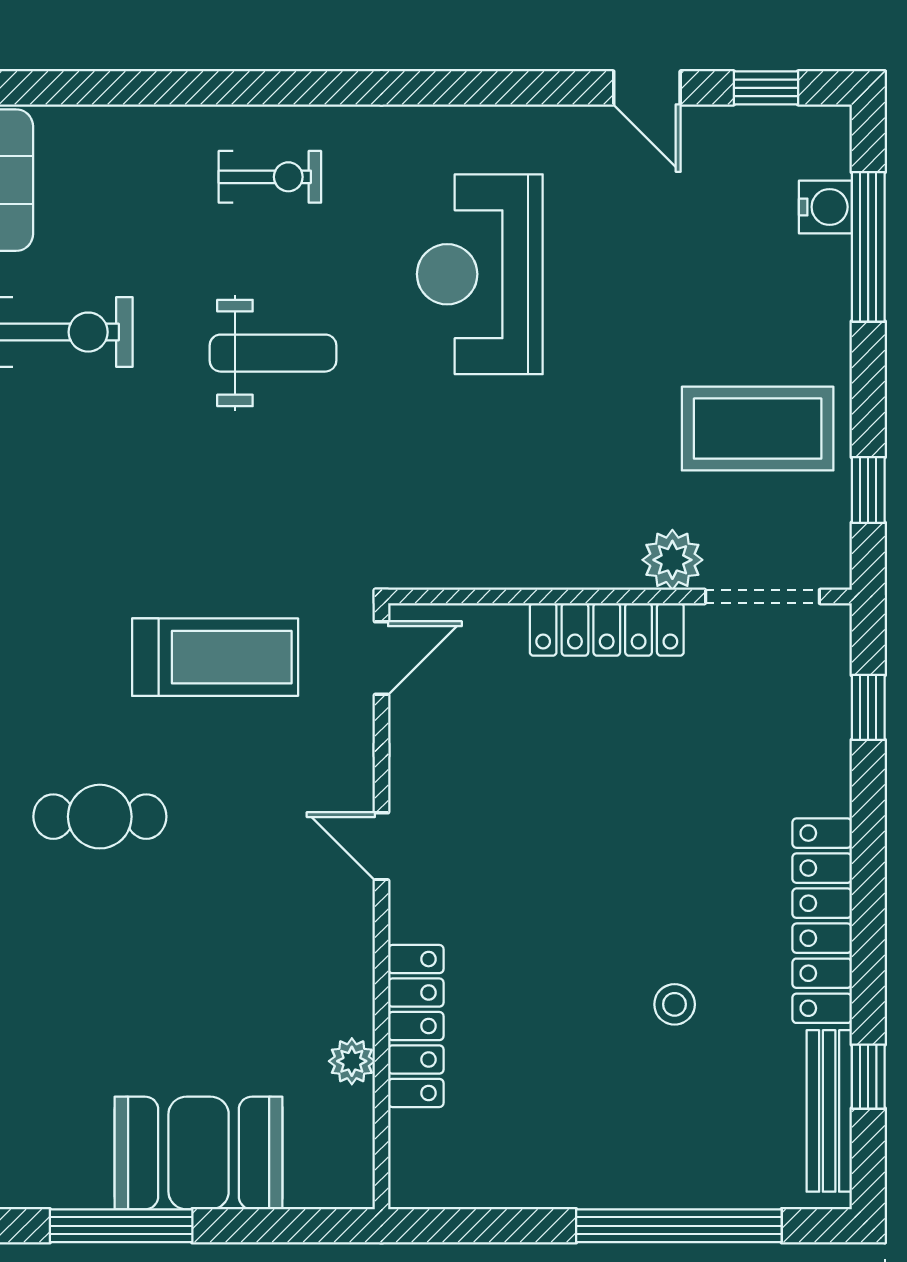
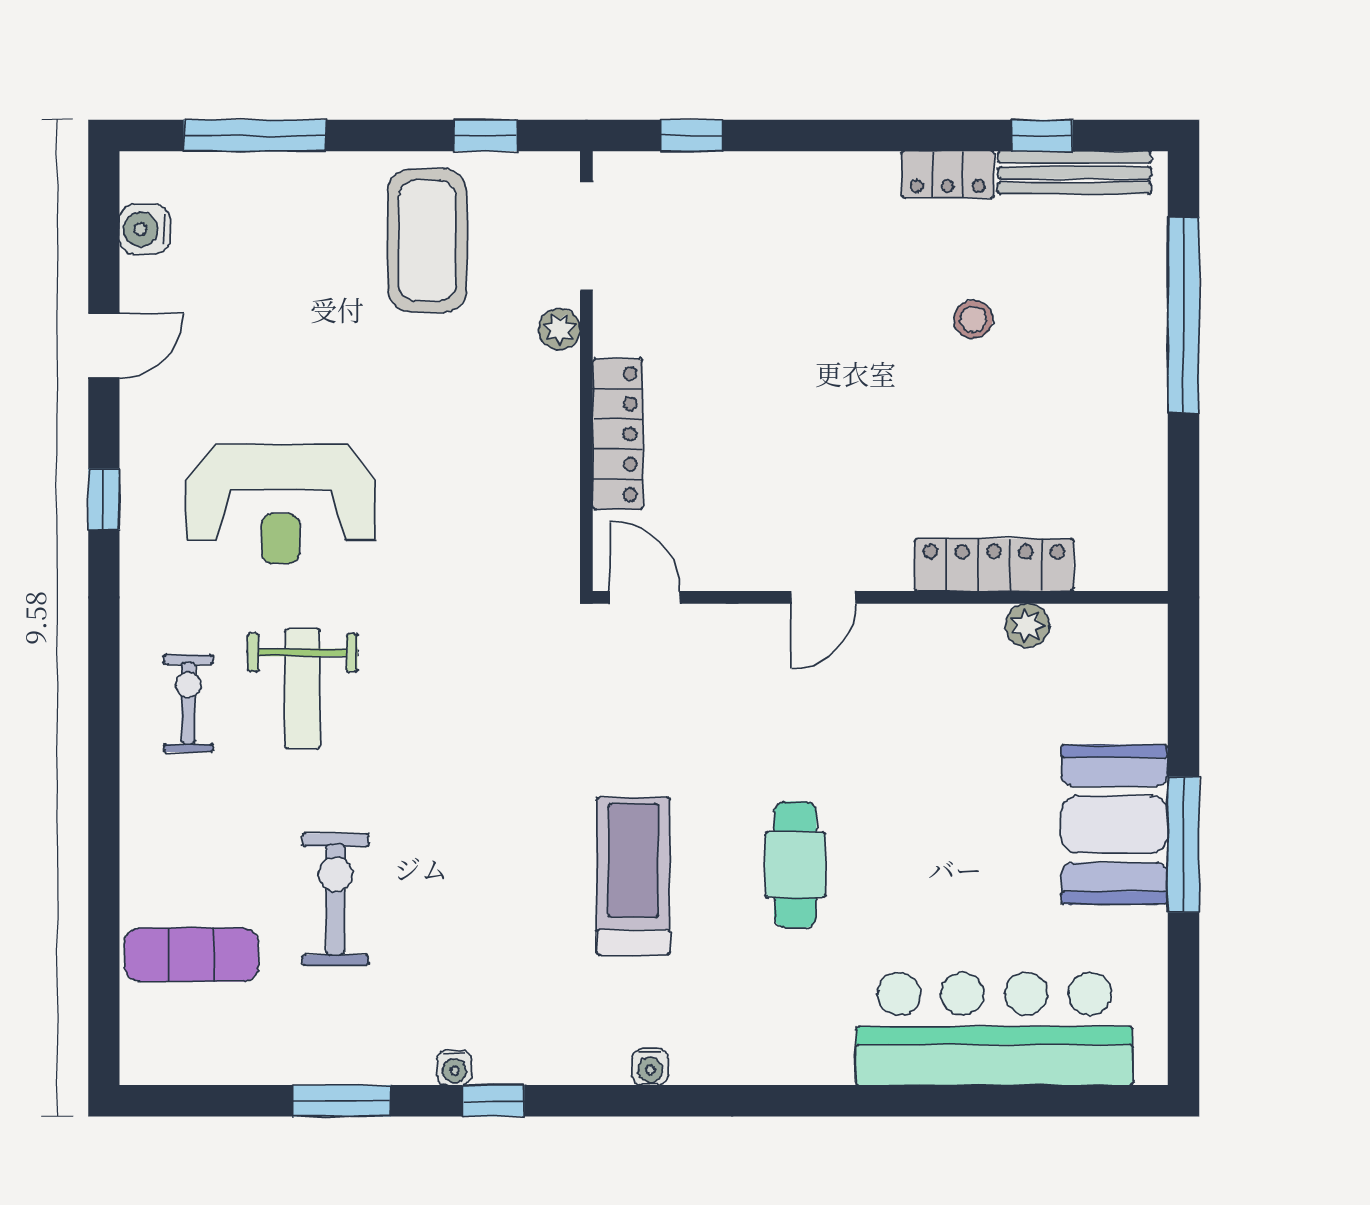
window: (766, 88) -> (104, 499), moved
water cooler: (825, 207) -> (145, 229), moved, turned -90
weight bench: (273, 353) -> (303, 689), moved, turned 180
plant: (672, 560) -> (559, 329), width x0.73, depth x0.73
locker: (607, 629) -> (618, 434), moved
treadmill: (215, 657) -> (633, 876), moved
locker: (822, 921) -> (948, 174), width x0.46, depth x0.83
booth: (199, 1153) -> (1114, 824), moved

